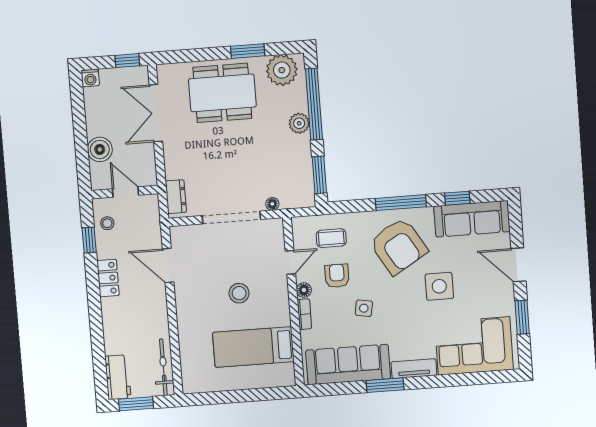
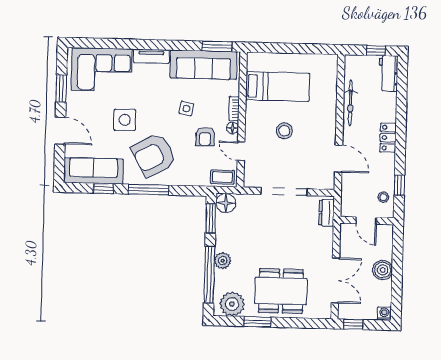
boiler: (100, 149) -> (383, 270), moved
floor lamp: (272, 204) -> (226, 203), moved, width x1.89, depth x1.89
coffee table: (331, 238) -> (222, 177), moved
armchair: (398, 246) -> (154, 155), turned -87
door: (290, 262) -> (241, 151), hinge flipped
locker: (108, 278) -> (388, 138), moved
bicycle: (163, 367) -> (350, 103), moved
window: (385, 385) -> (217, 46), moved
window: (136, 404) -> (376, 51), width x0.67

